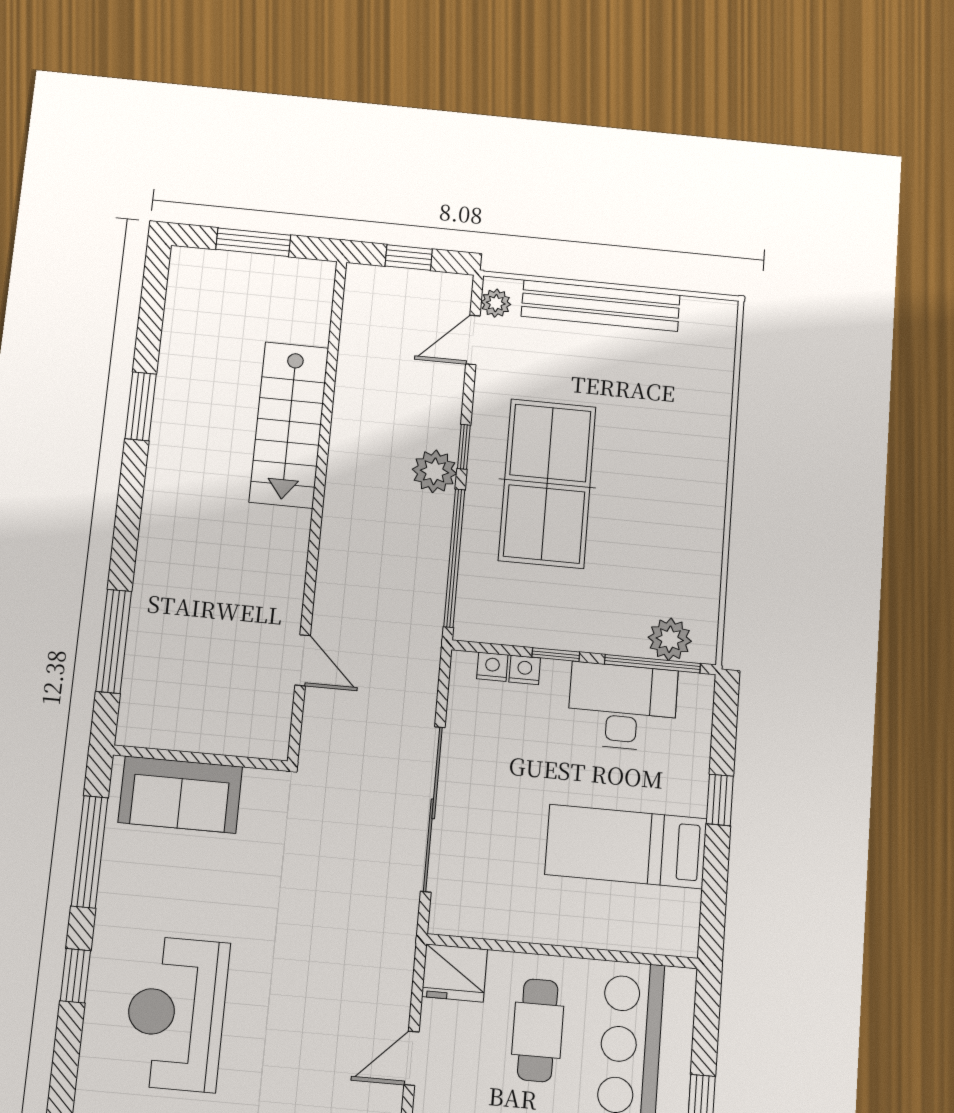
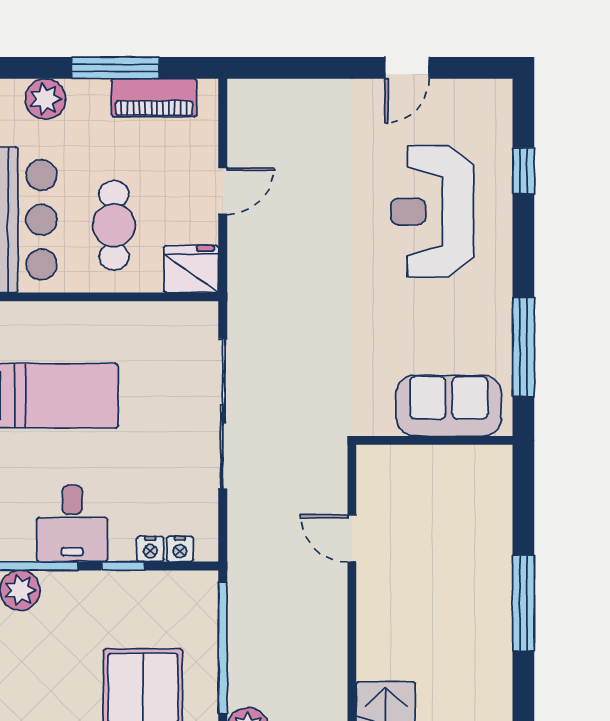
window: (114, 641) -> (523, 603), moved
desk: (622, 707) -> (72, 523), width x0.73
window: (75, 976) -> (523, 171), moved
reception desk: (176, 1014) -> (432, 212), turned 180

